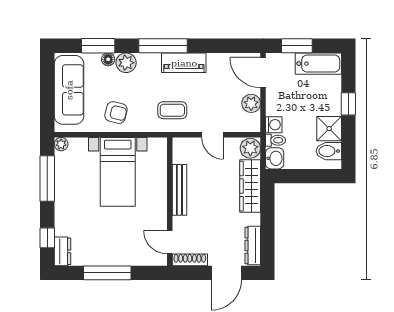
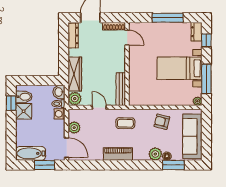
window: (163, 46) -> (131, 165), removed
window: (348, 104) -> (11, 103), moved
bed with nightstands: (118, 172) -> (179, 68), moved, turned -90
bench: (179, 190) -> (121, 89), moved

